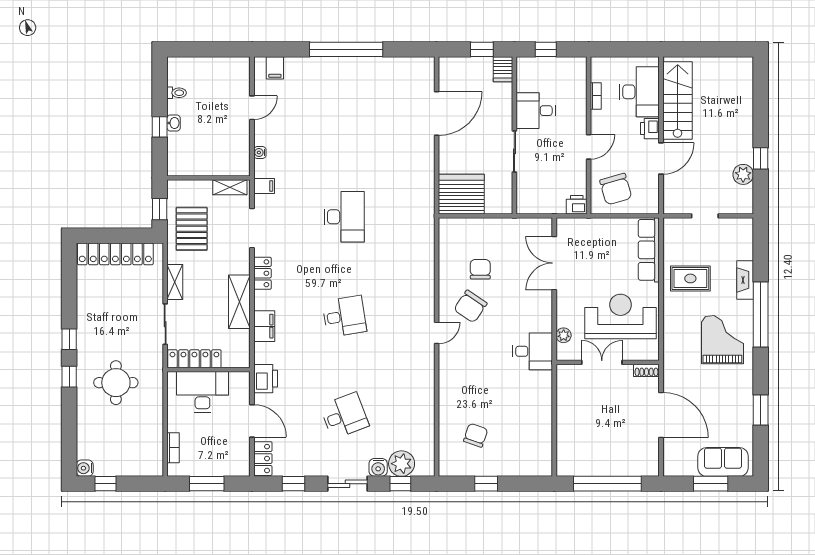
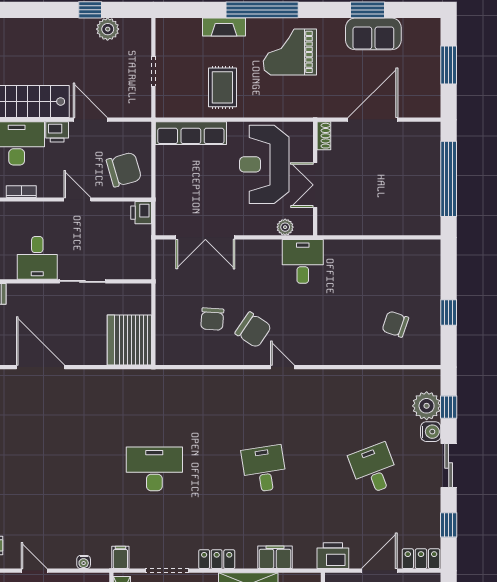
chair: (480, 269) -> (212, 319), turned -86
sofa: (723, 462) -> (373, 34), moved, turned -90

